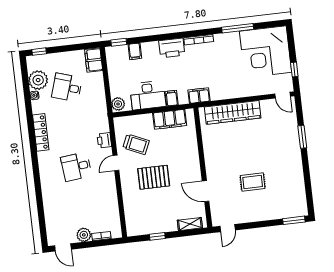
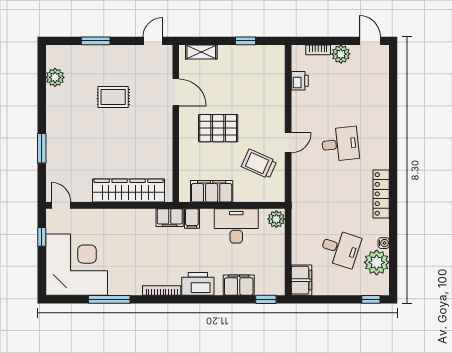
filing cabinet: (135, 51) -> (239, 285), width x2.00
filing cabinet: (172, 98) -> (192, 219), moved
printer: (104, 140) -> (300, 81), moved
pallet: (154, 177) -> (218, 128), moved
plant: (298, 192) -> (55, 77), added
window: (294, 220) -> (96, 41), moved

